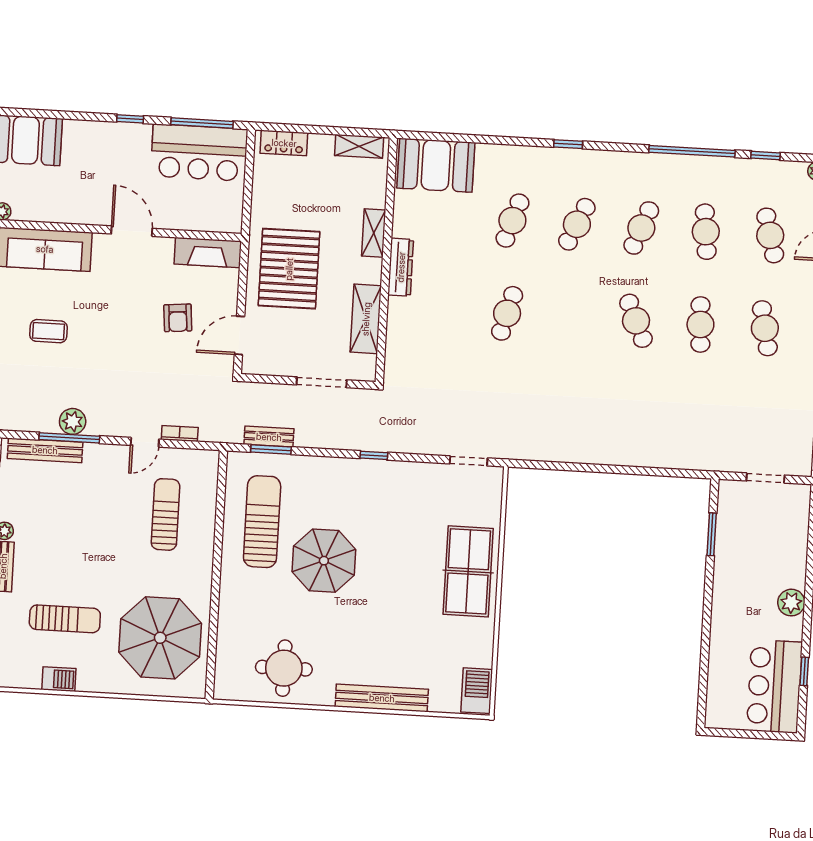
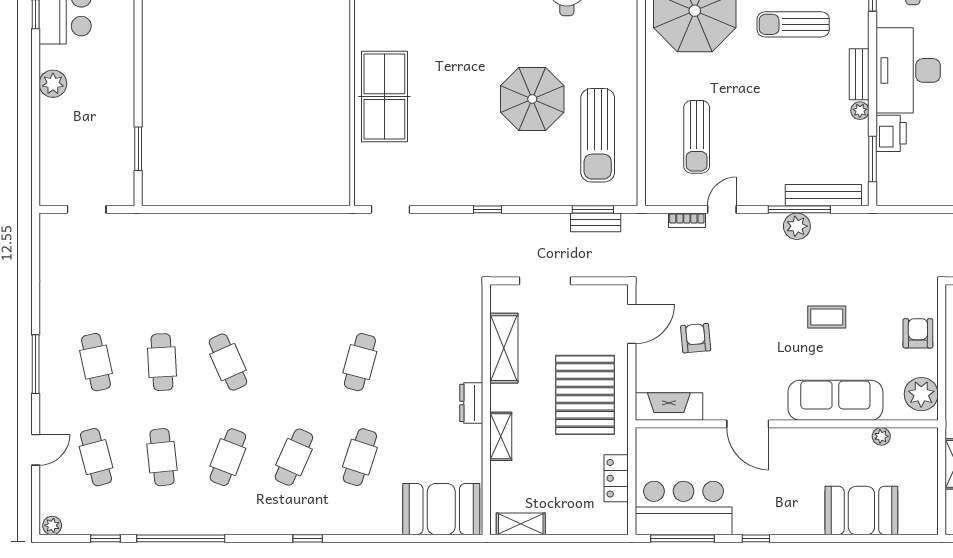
locker: (284, 143) -> (616, 478), moved, turned -90
dresser: (401, 267) -> (471, 403), width x0.70

